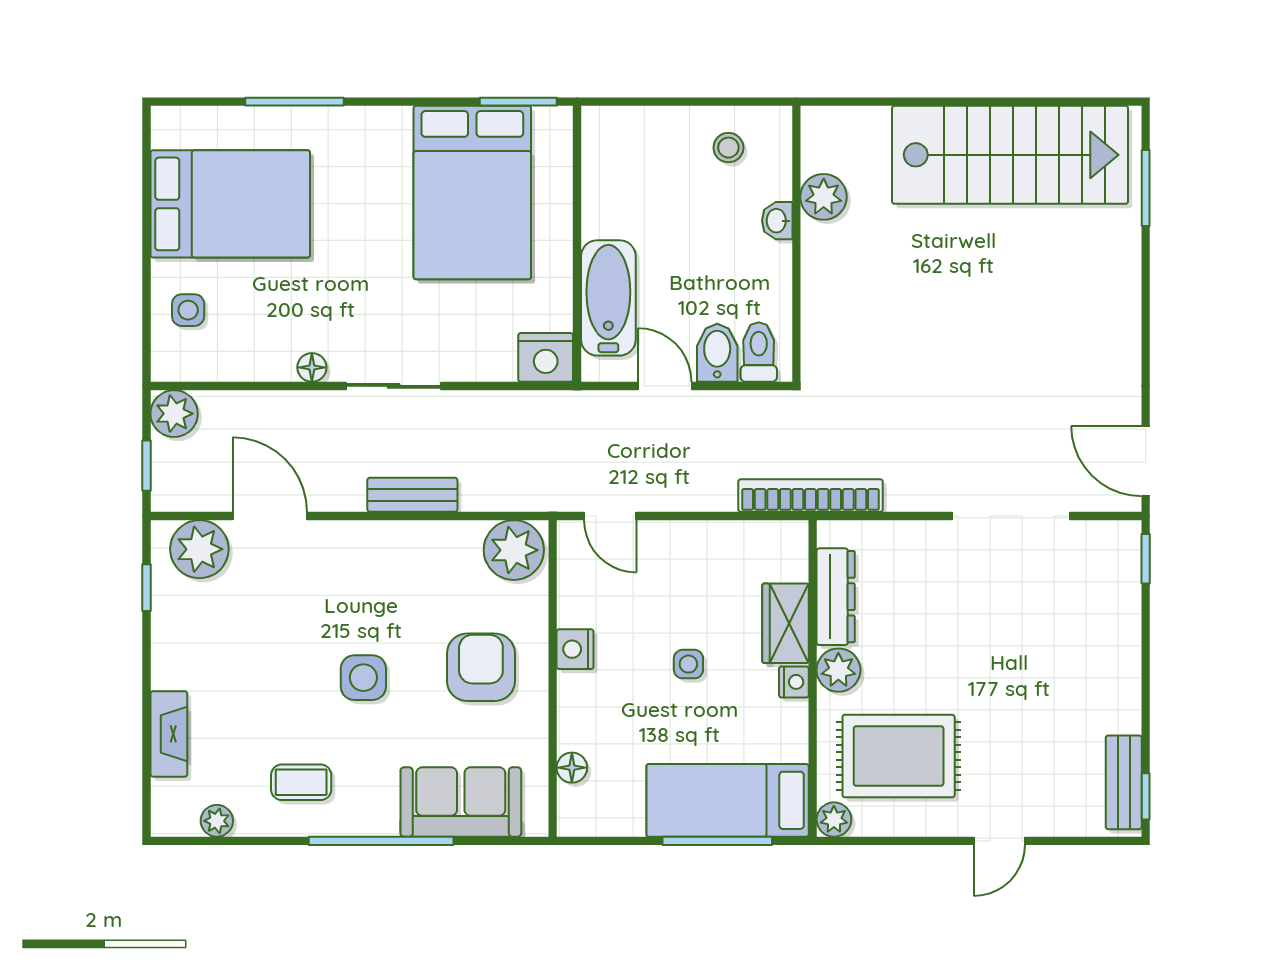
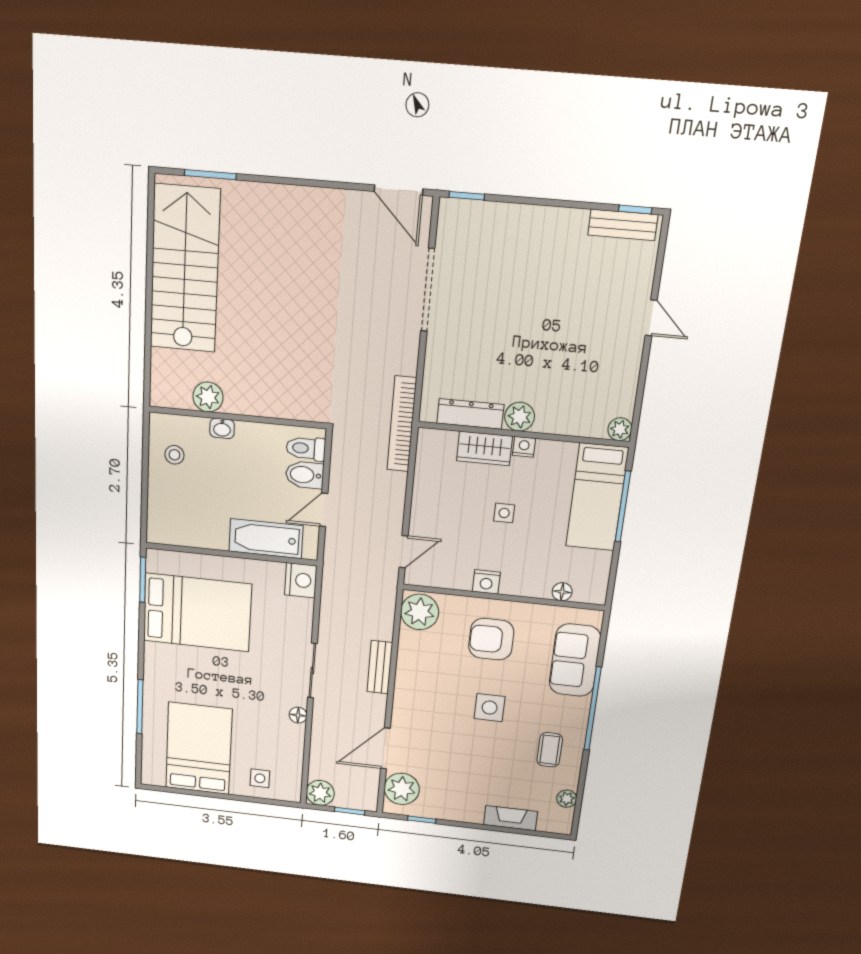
door: (1146, 461) -> (398, 190), hinge flipped
rug: (899, 756) -> (583, 382), removed

